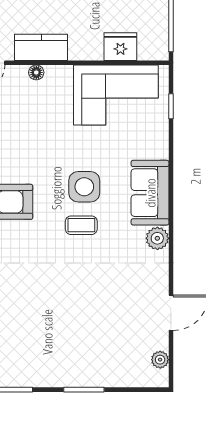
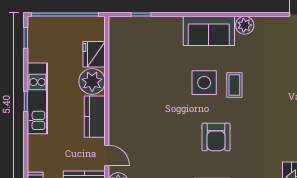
plant: (86, 44) -> (92, 81), added
floor lamp: (36, 72) -> (114, 120), removed
corner sofa: (116, 95) -> (132, 58), removed

